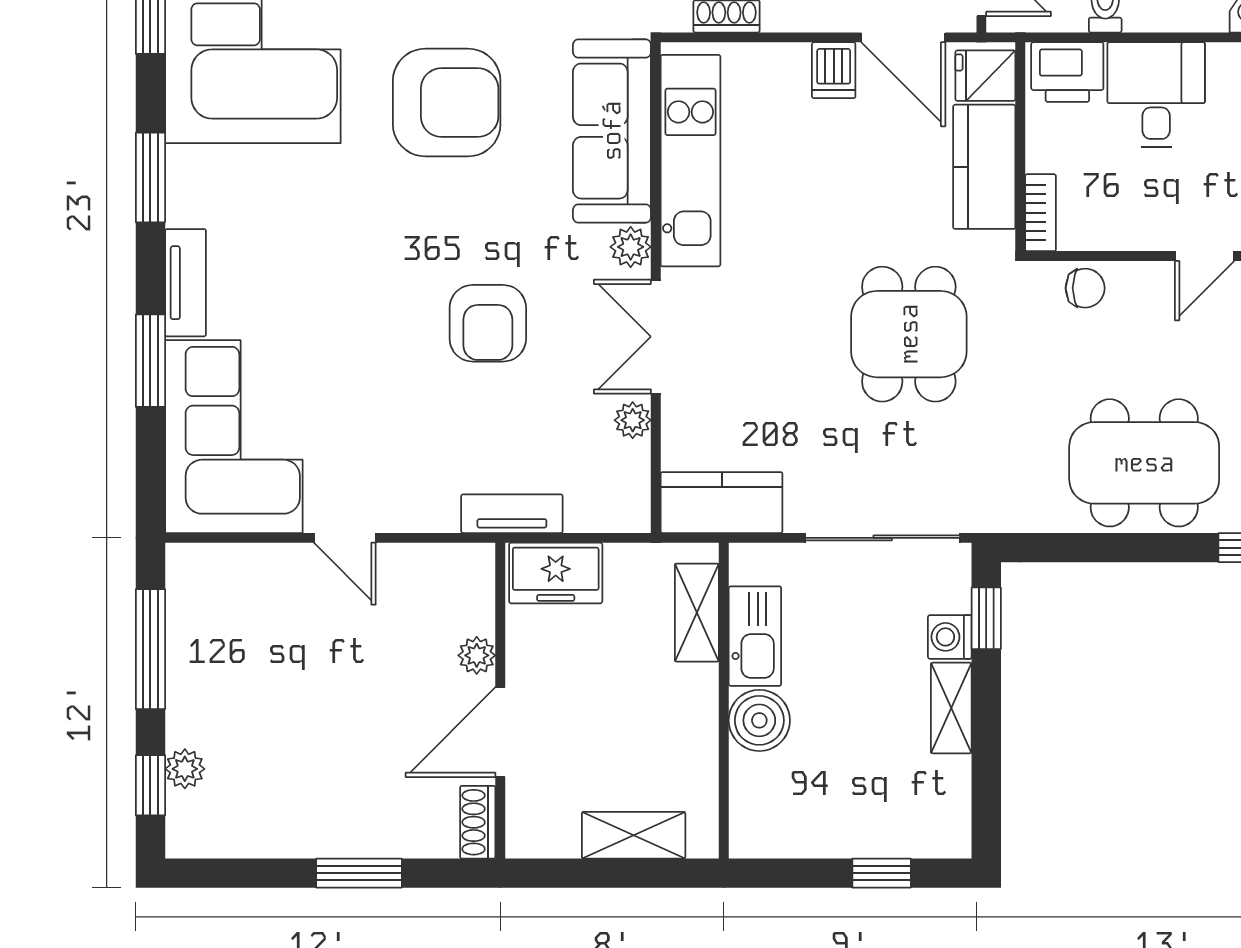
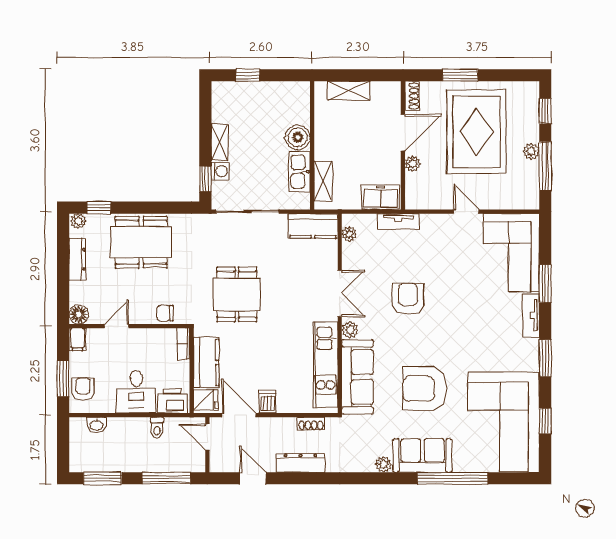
plant: (633, 420) -> (349, 234), moved
rug: (320, 734) -> (476, 132), added
plant: (185, 769) -> (531, 151), moved

